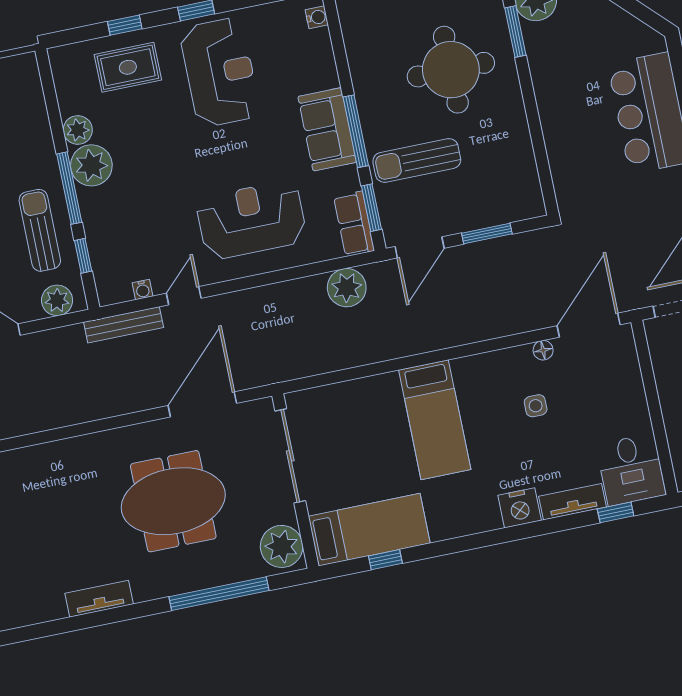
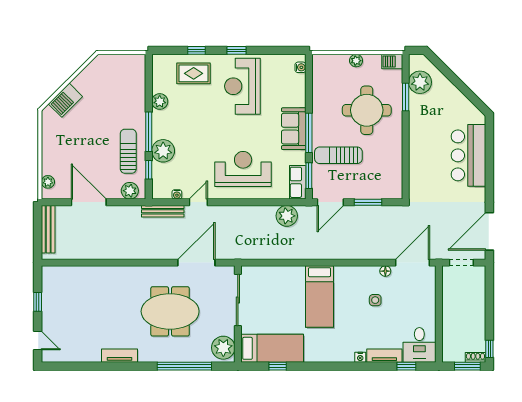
reception desk: (220, 72) -> (242, 86), turned 180
plant: (91, 165) -> (163, 151), moved
nightstand: (520, 508) -> (360, 357), width x0.53, depth x0.56

